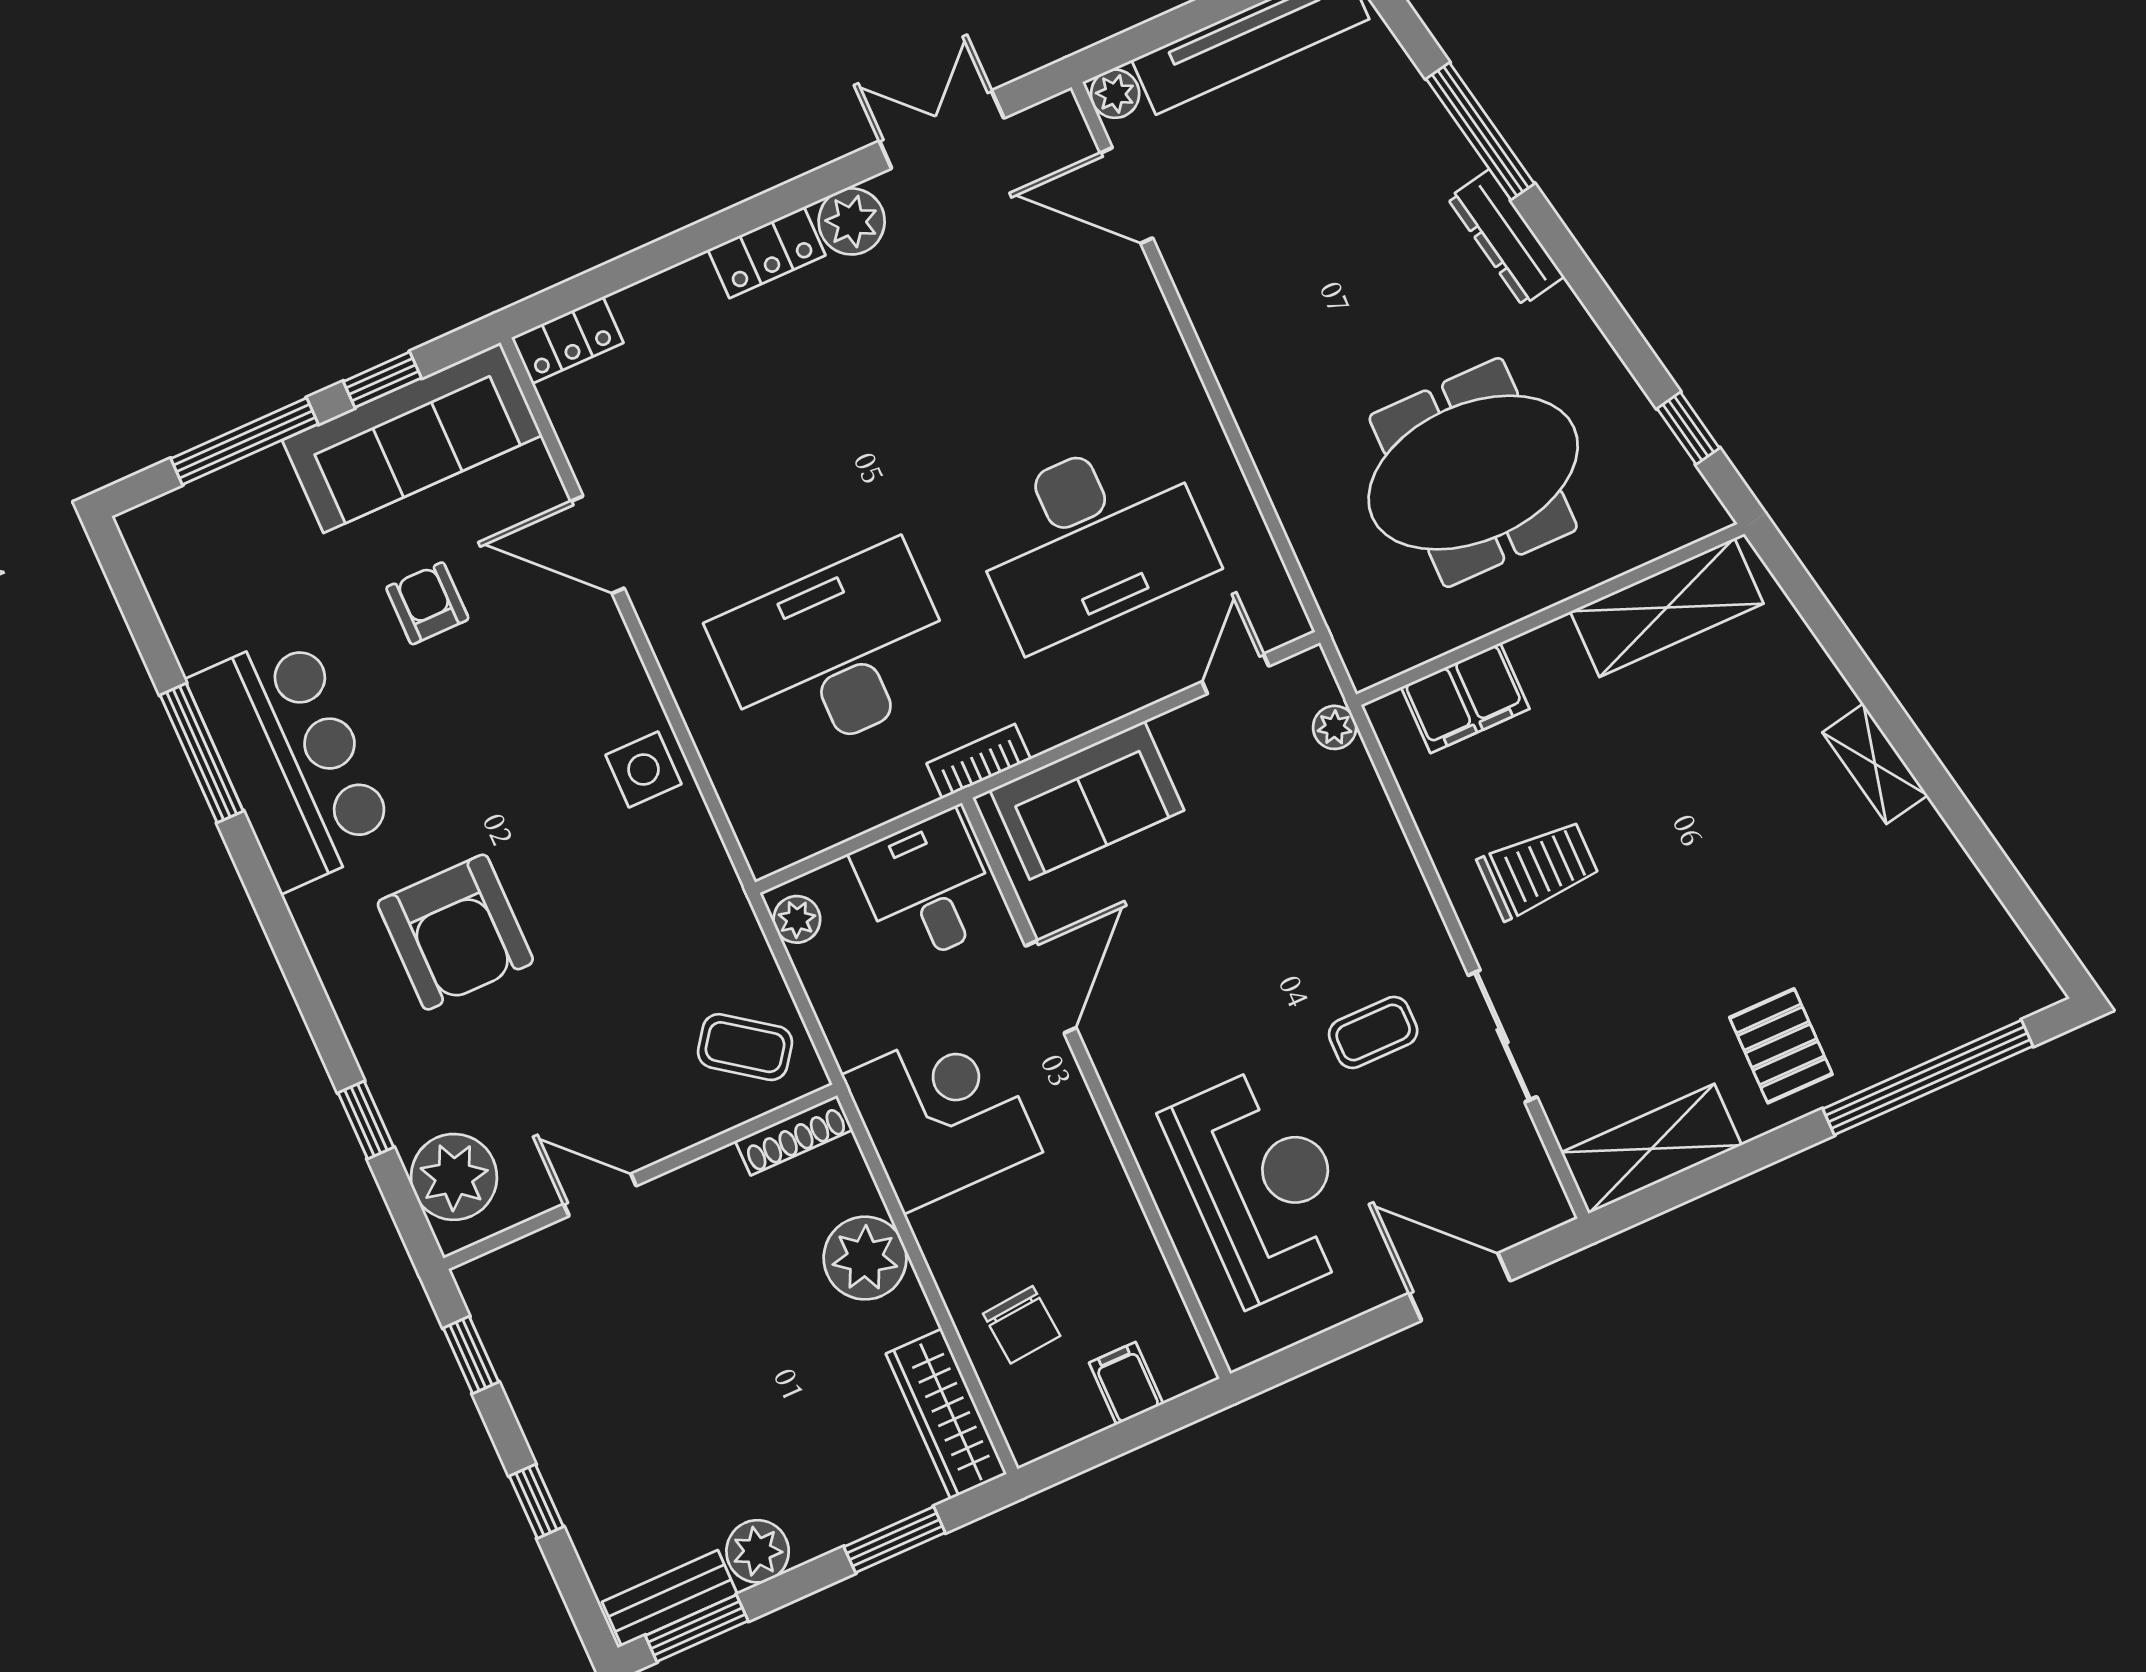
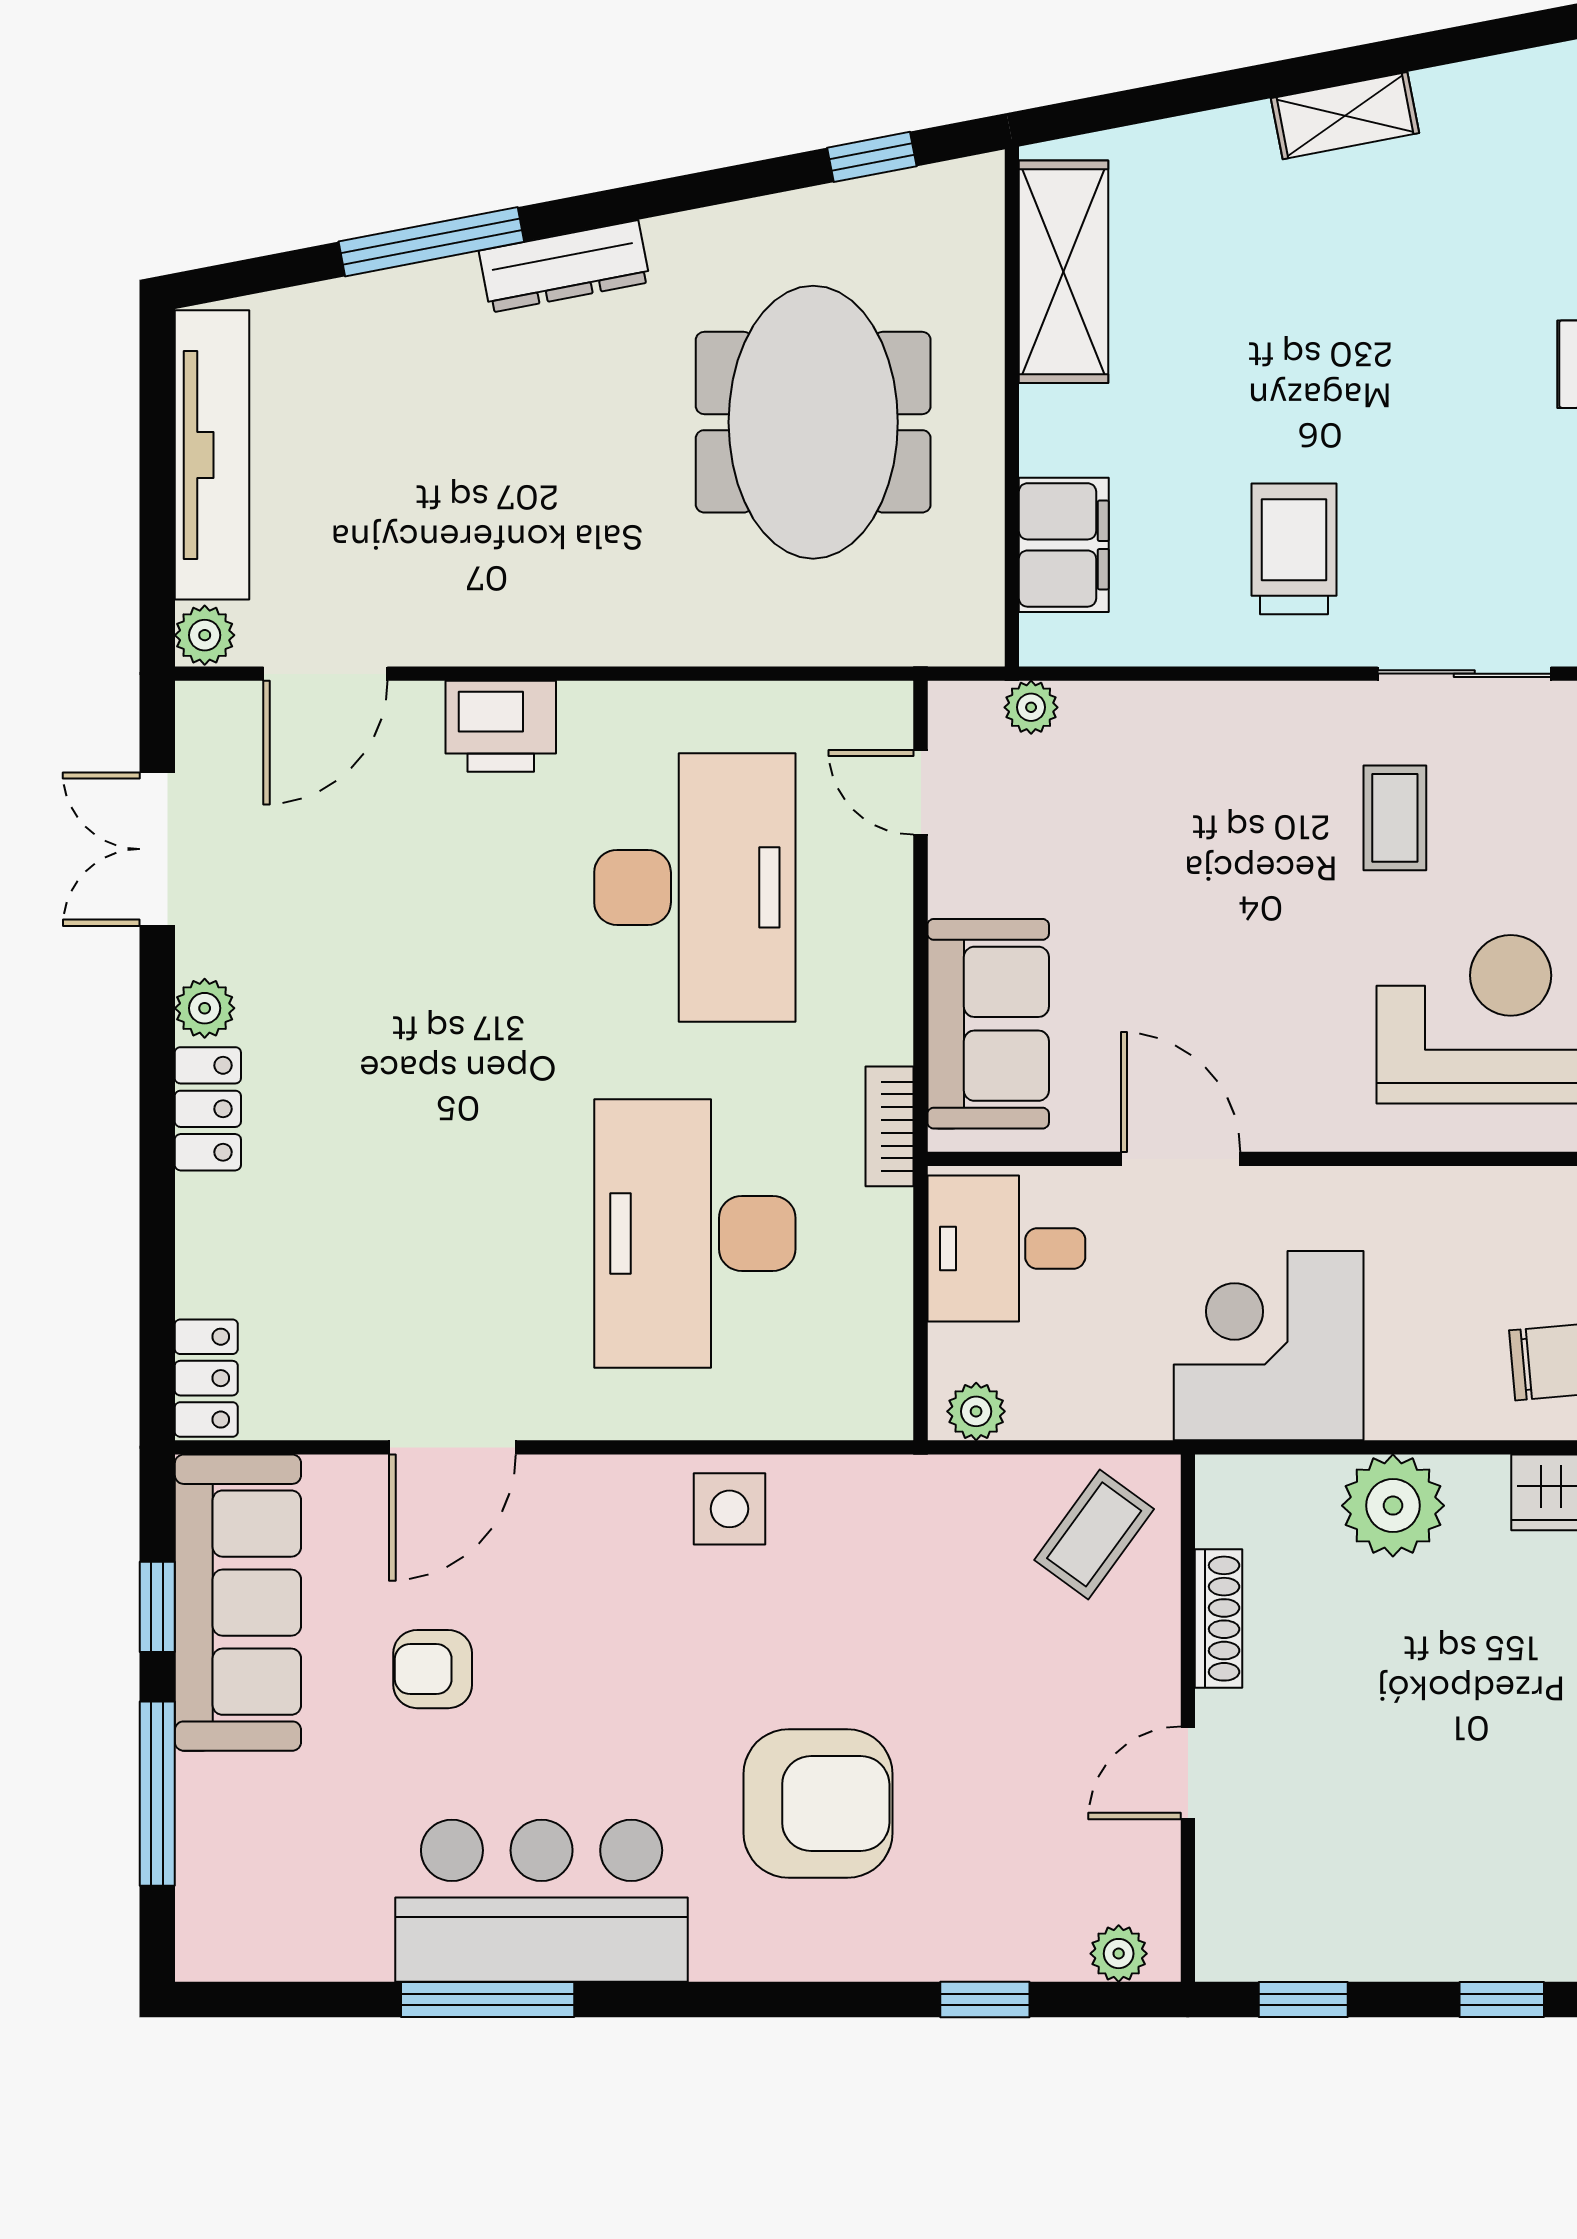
plant: (852, 221) -> (205, 1008), width x0.73, depth x0.73
printer: (1146, 342) -> (501, 726), added
shoe rack: (794, 1135) -> (1218, 1619), moved
plant: (454, 1177) -> (1119, 1954), width x0.53, depth x0.53

